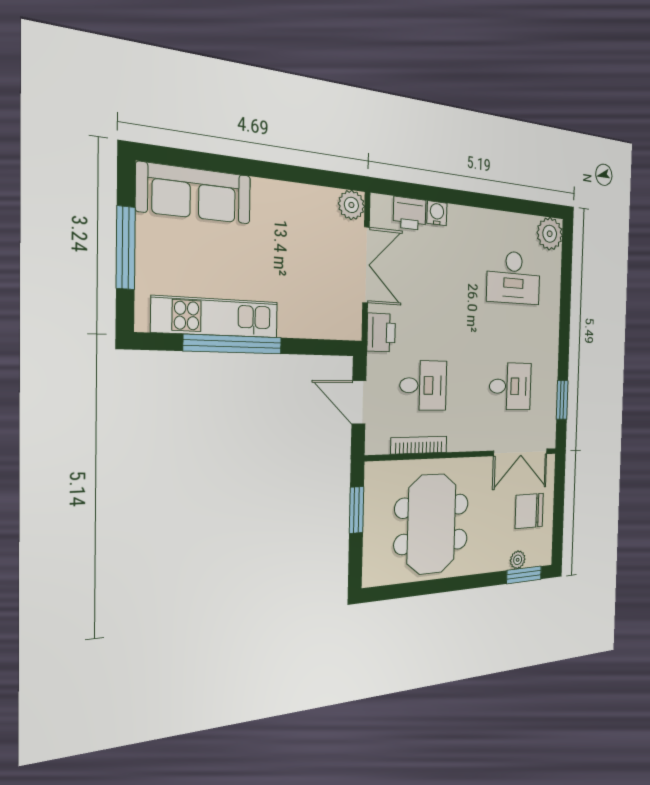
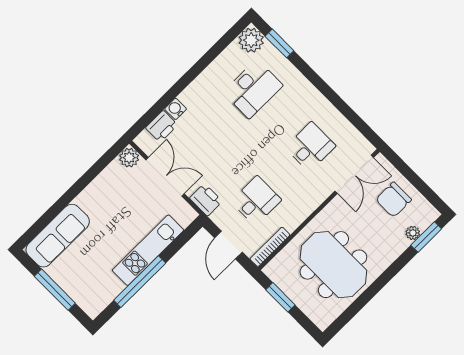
kitchen unit: (216, 317) -> (148, 250), moved
window: (562, 400) -> (279, 43), moved
door: (359, 402) -> (228, 245), hinge flipped
bookcase: (419, 445) -> (270, 247), moved

